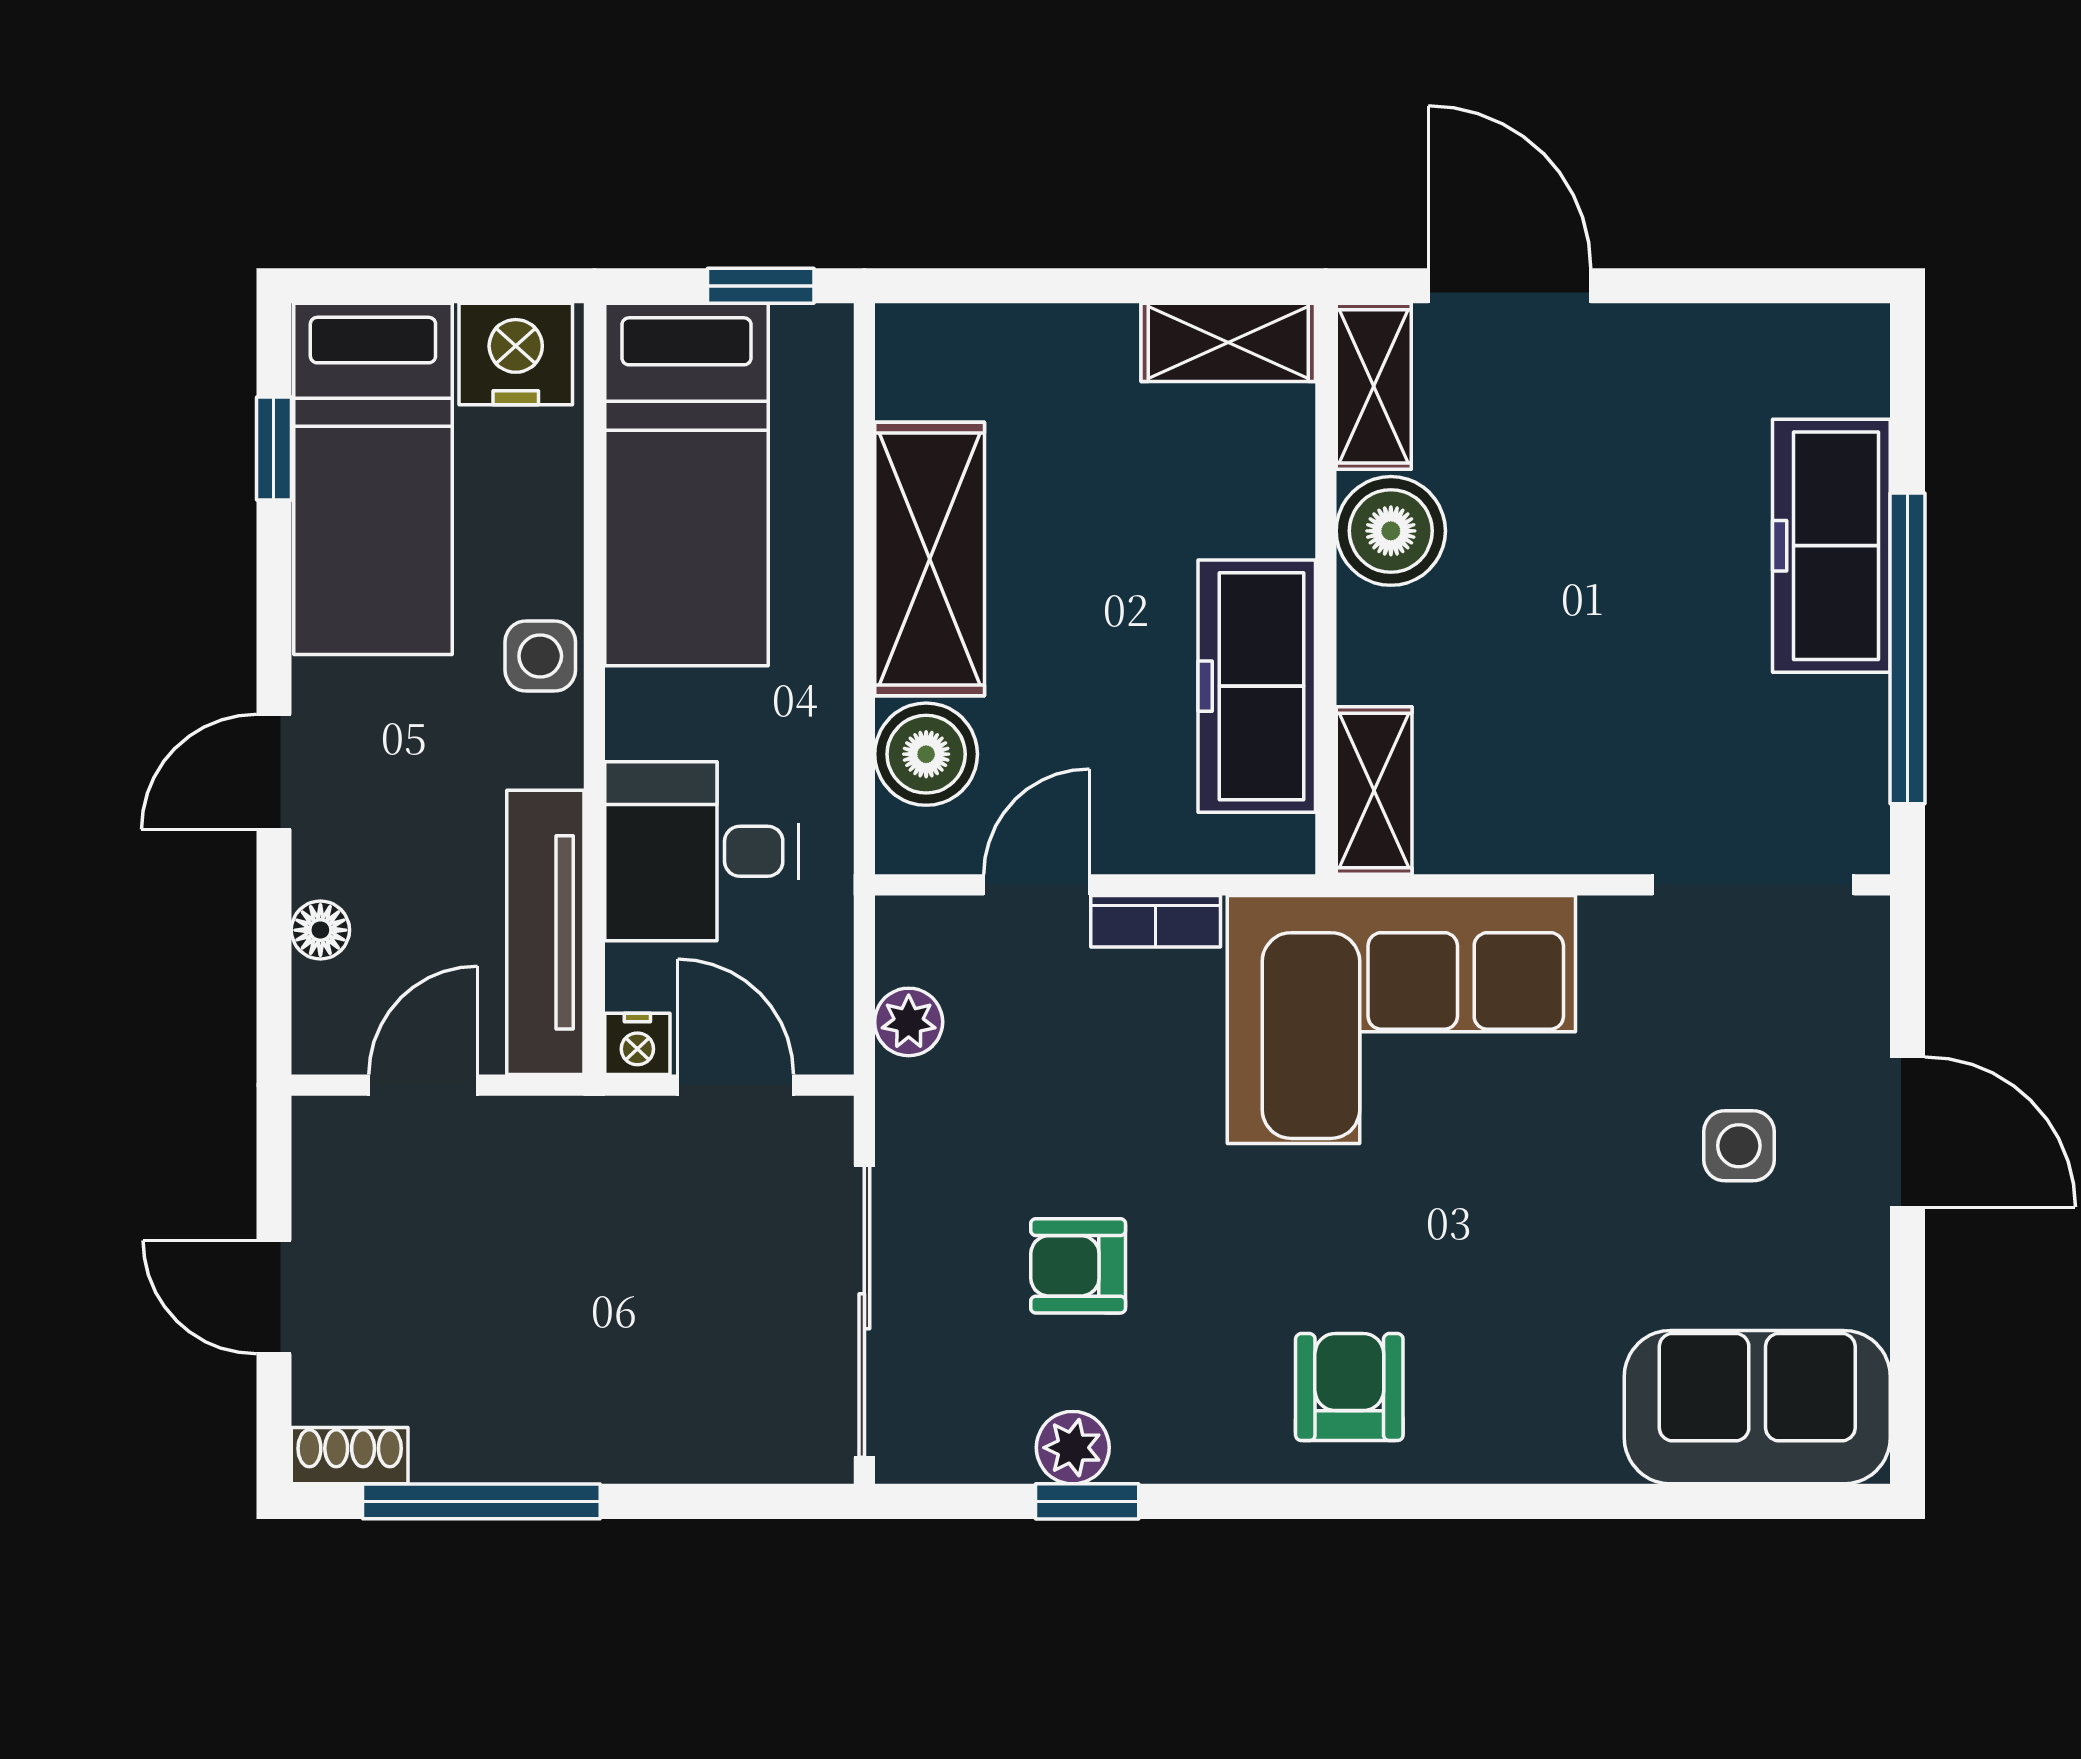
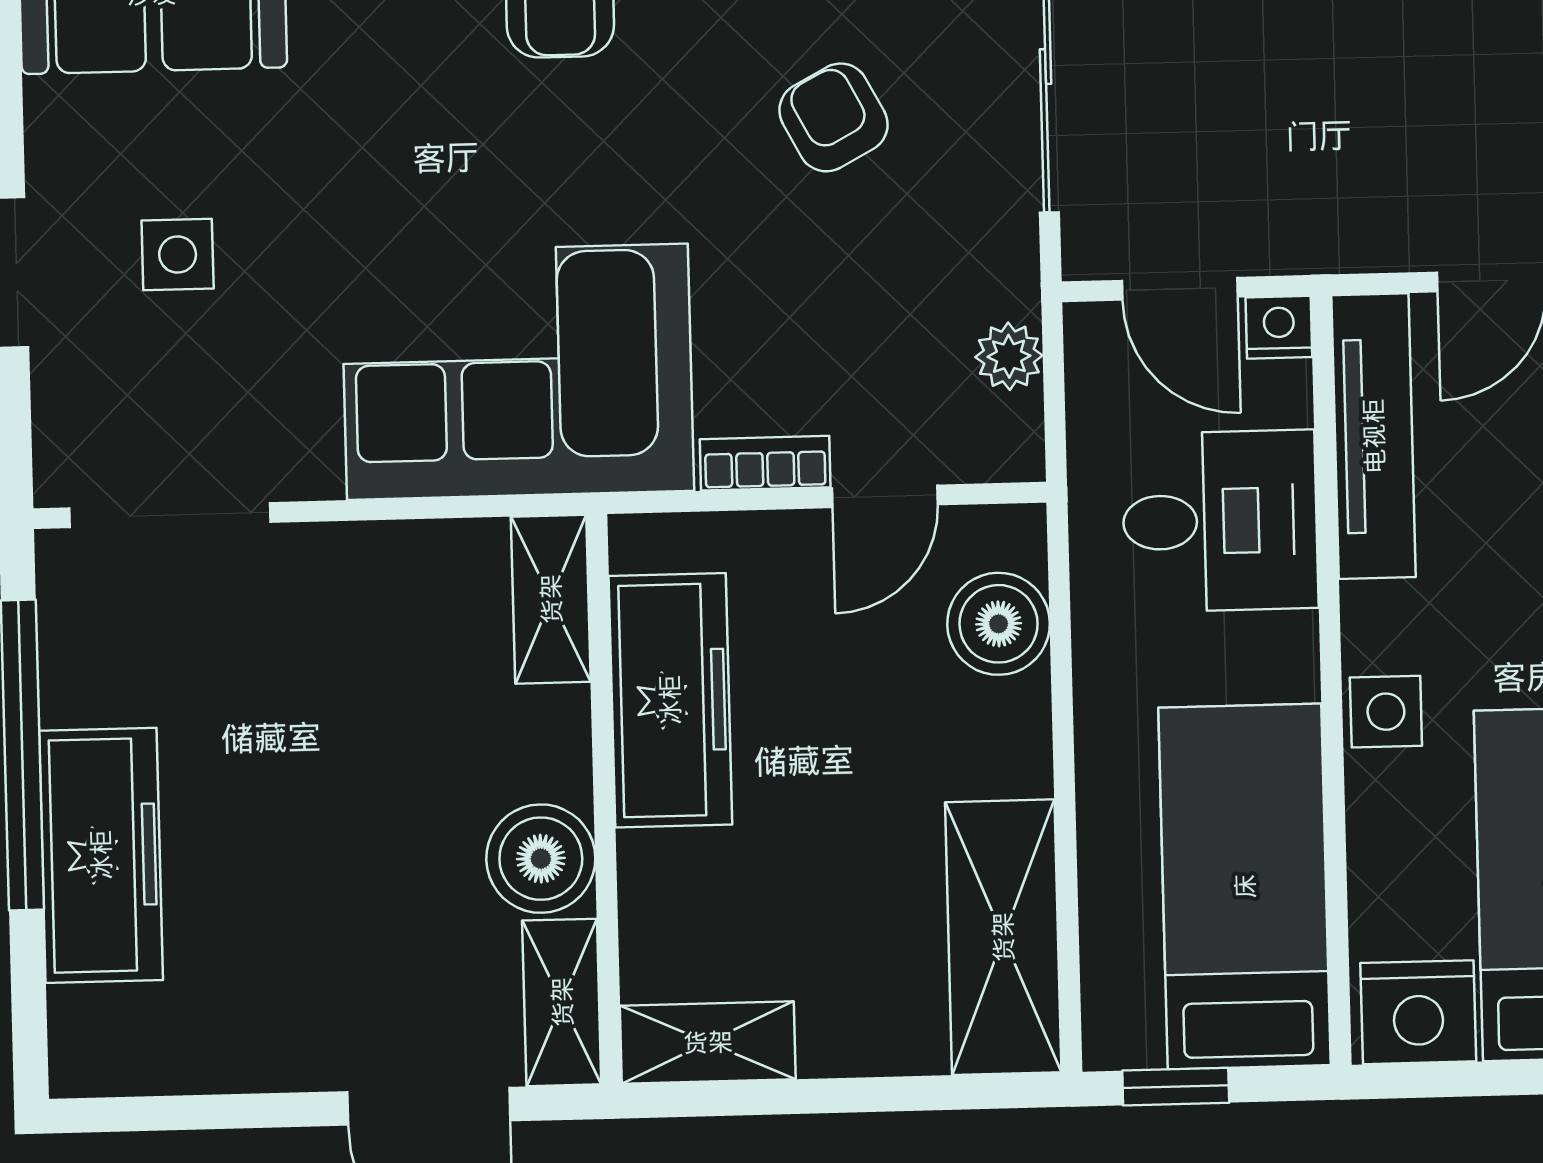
shelving: (930, 559) -> (1003, 937), moved
armchair: (1078, 1266) -> (833, 117), turned -118

